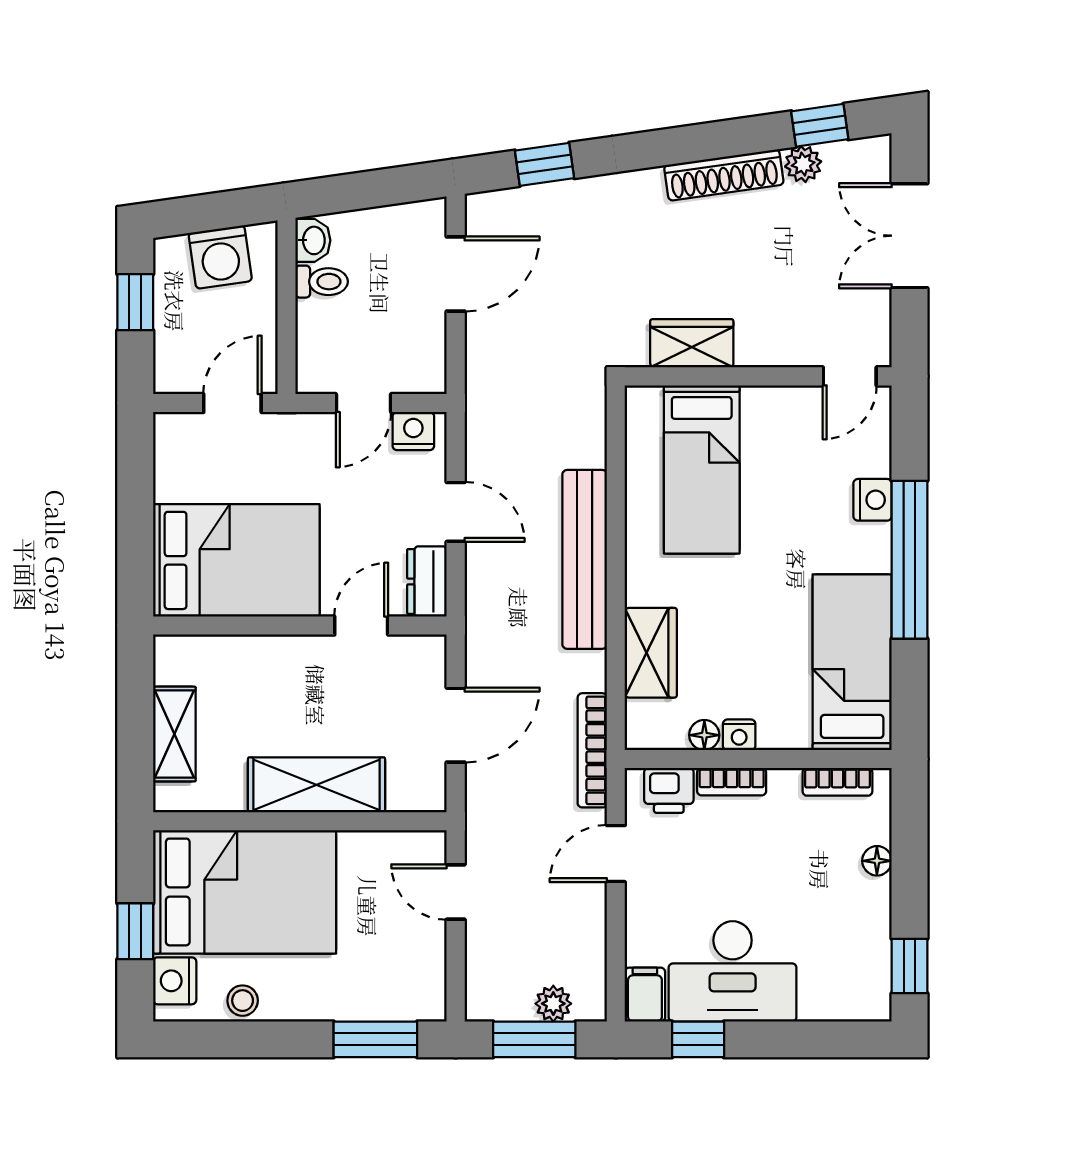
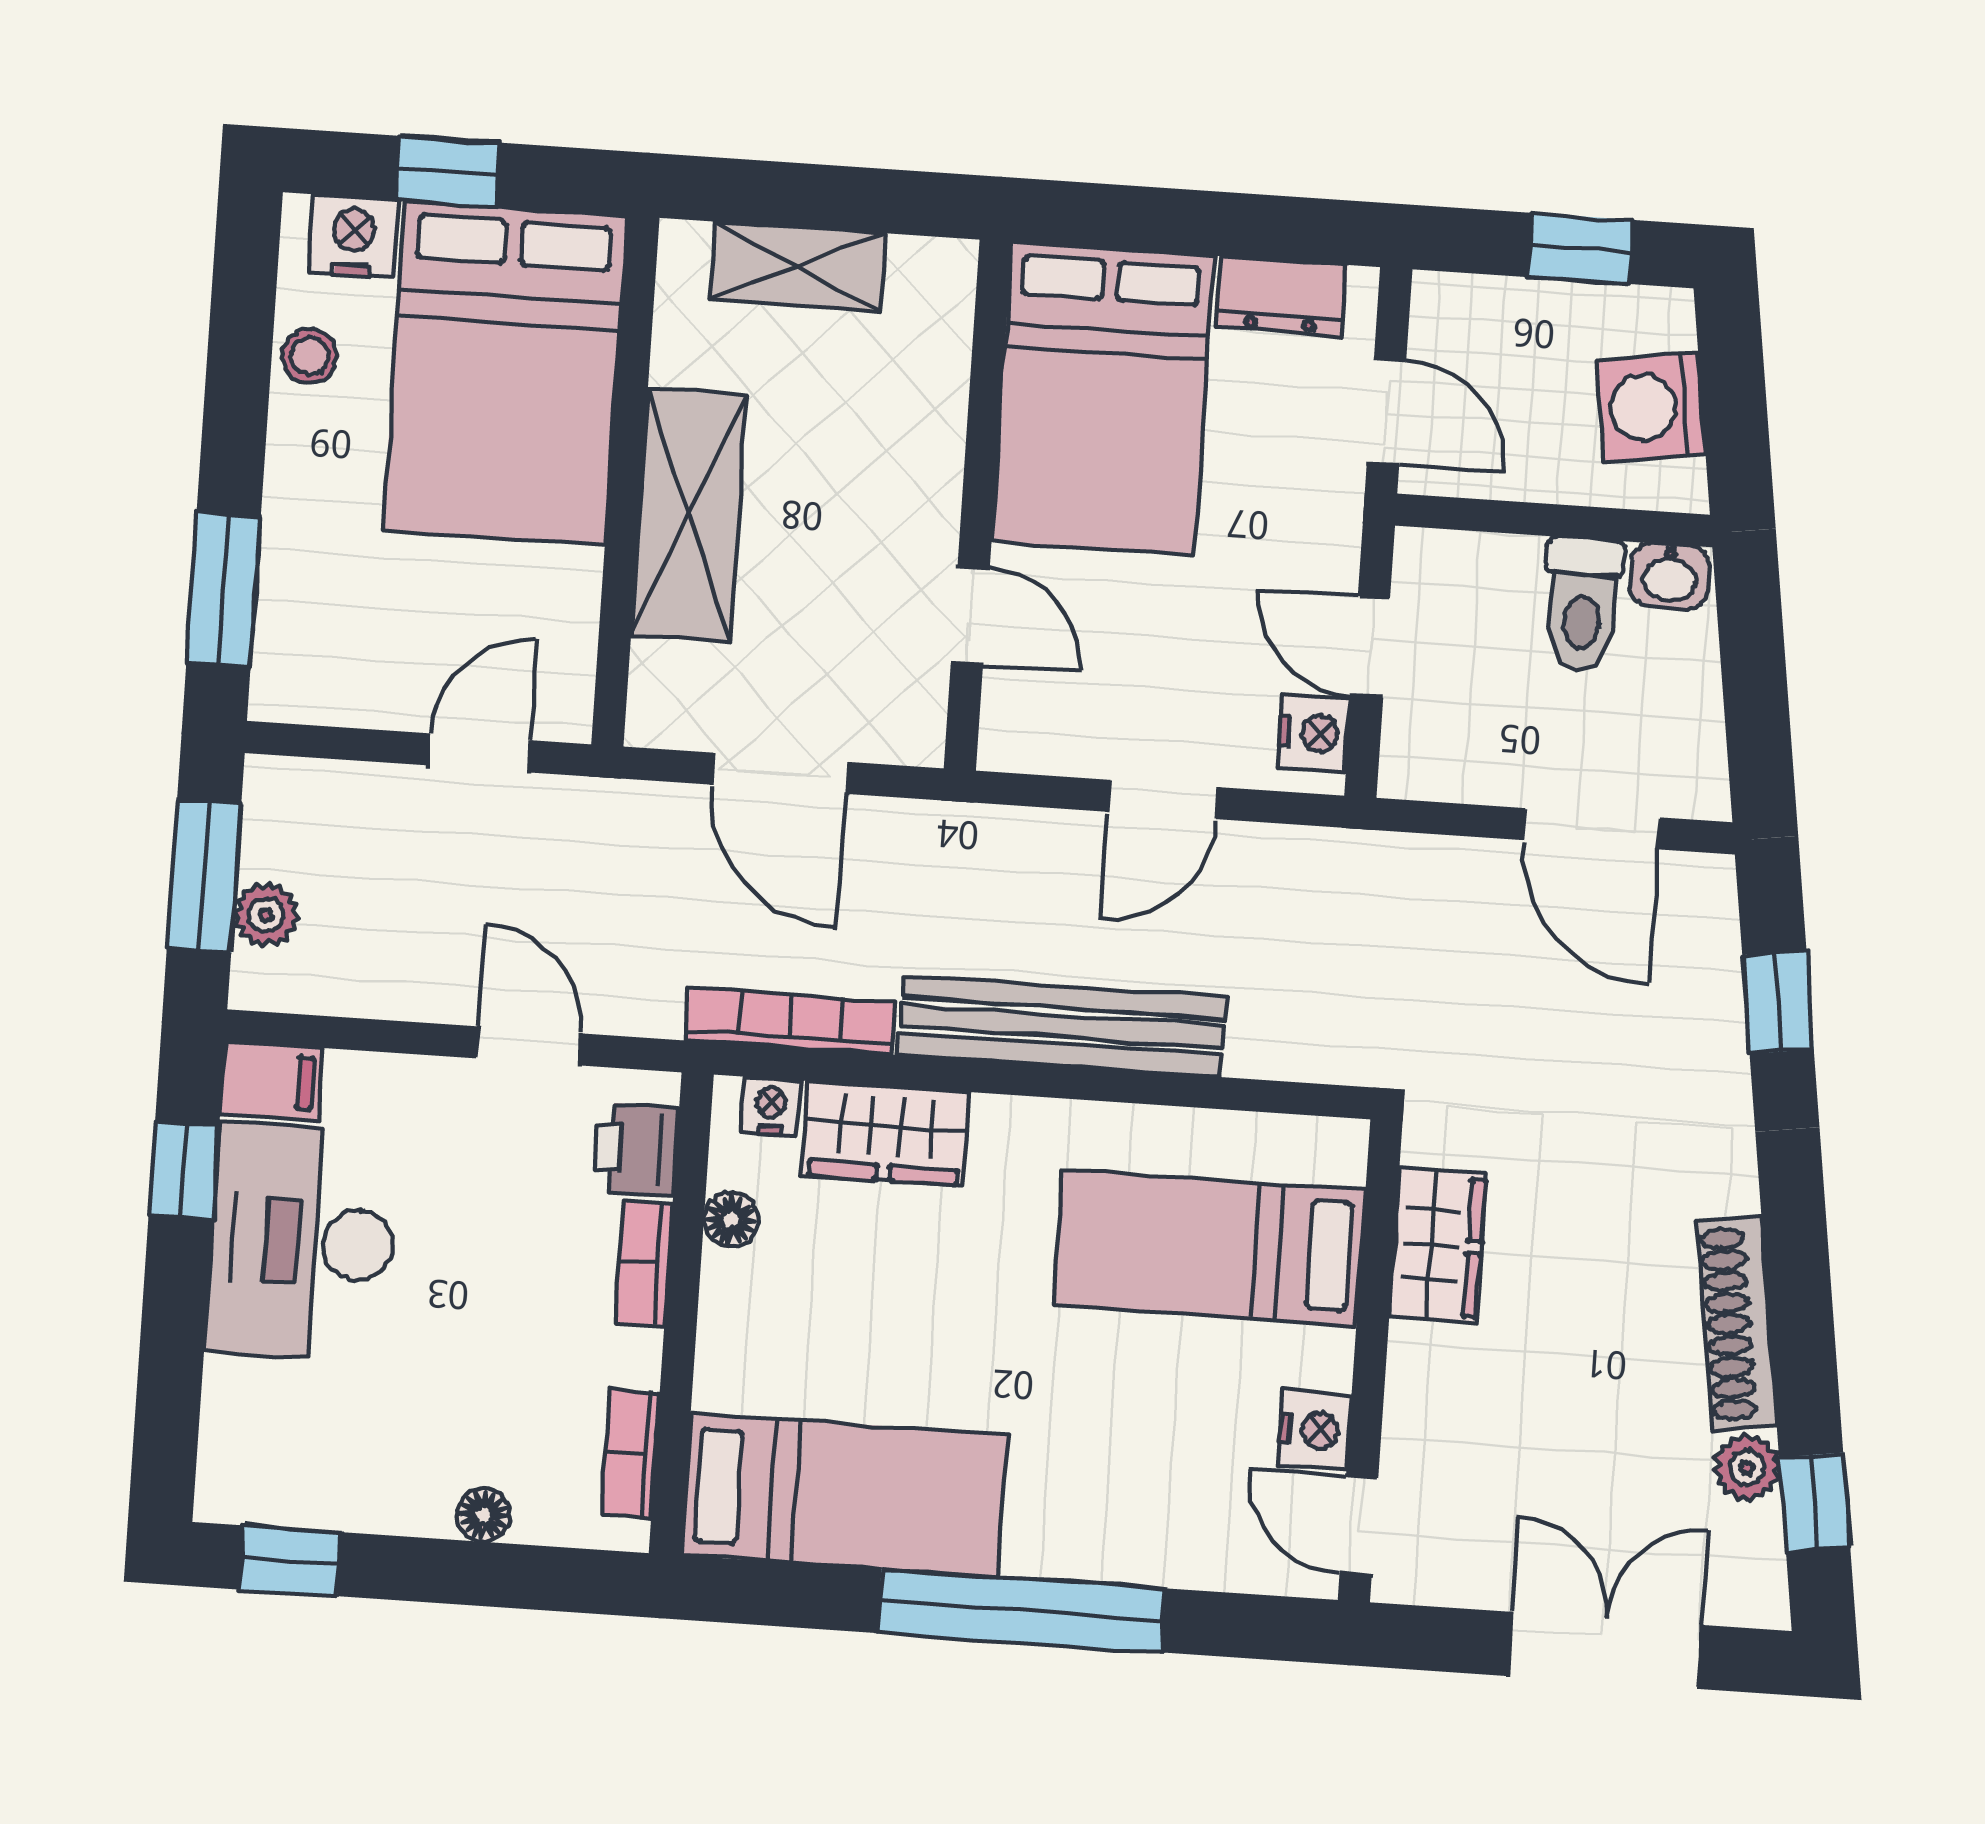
toilet: (322, 282) -> (1582, 604), width x1.37, depth x1.39
nightstand: (873, 500) -> (1315, 1430), moved, turned -90
dresser: (427, 581) -> (1282, 296), moved, turned 180
nightstand: (739, 735) -> (771, 1106), moved, turned 90
bookcase: (592, 750) -> (791, 1021), moved

